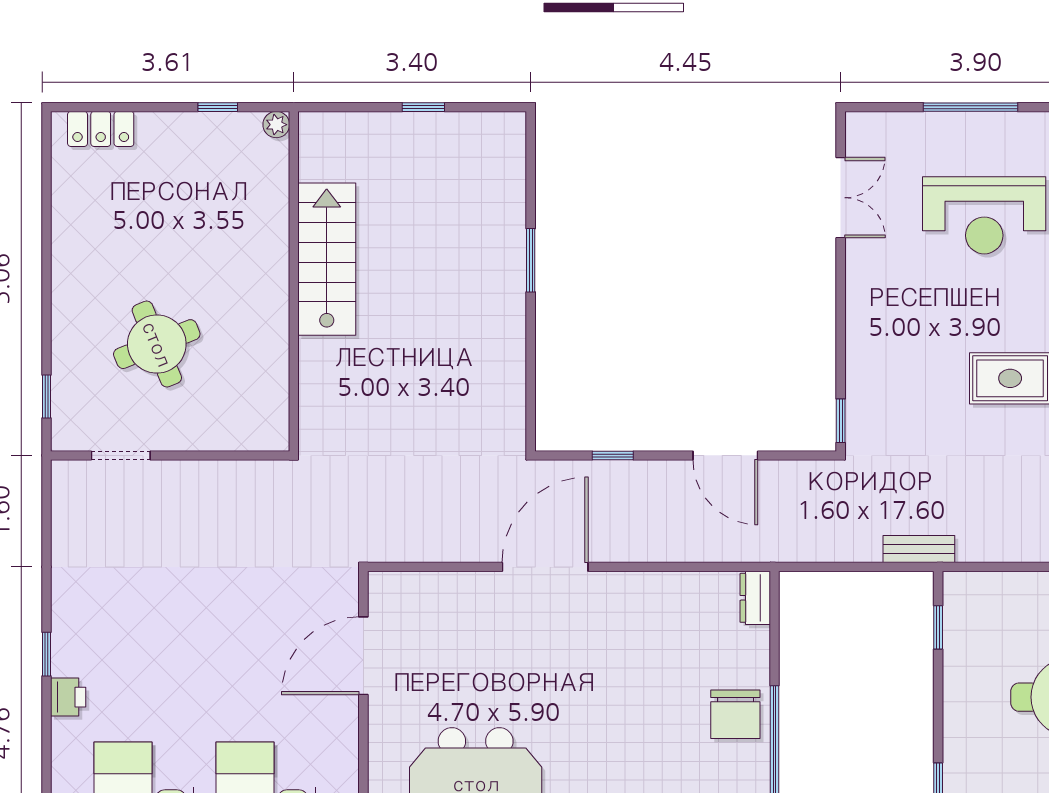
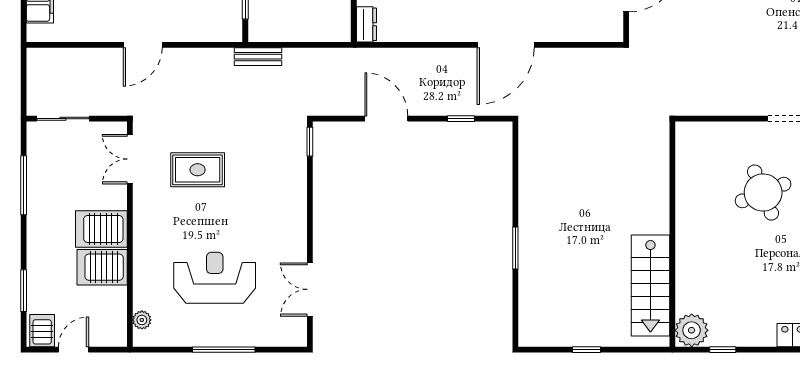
plant: (276, 125) -> (692, 330), width x1.87, depth x1.87
stairs: (327, 259) -> (650, 286), moved

